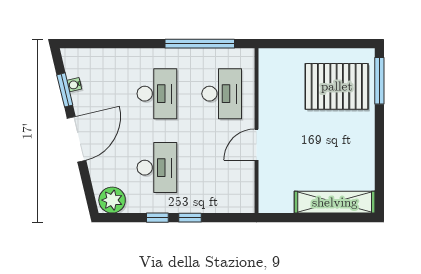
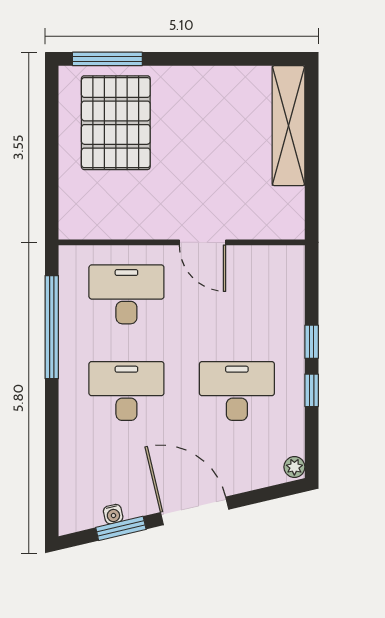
plant: (112, 200) -> (294, 467), width x0.53, depth x0.53

